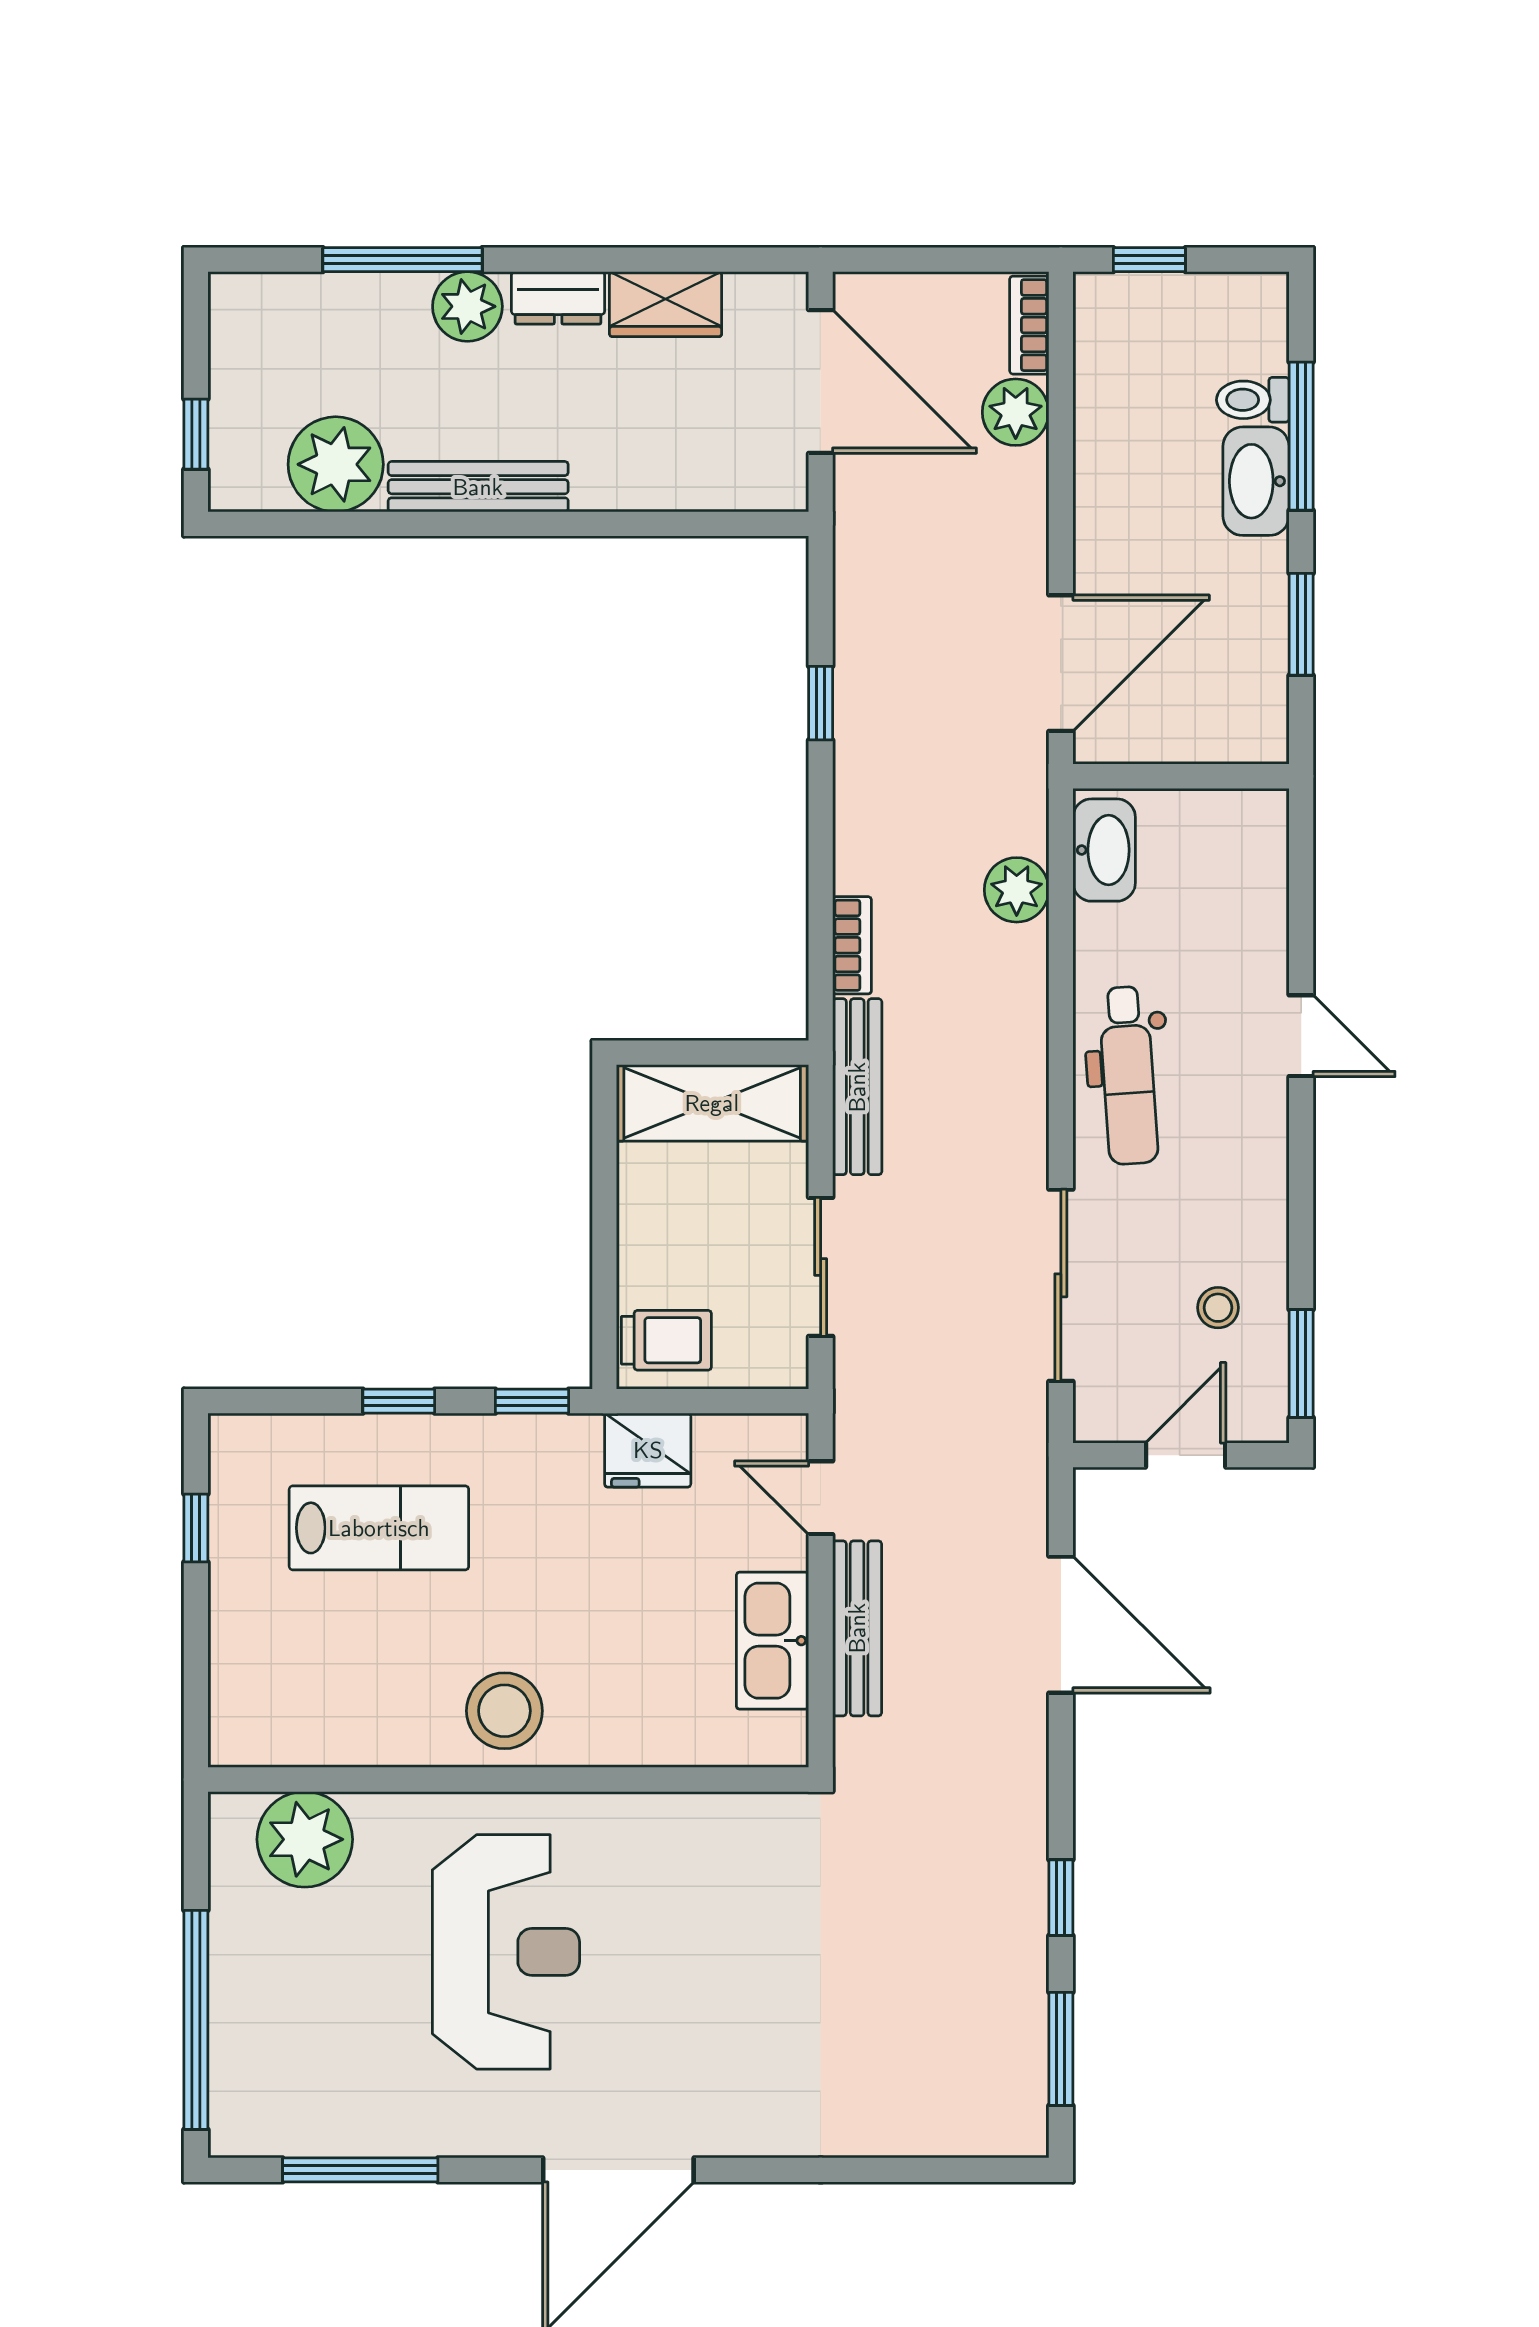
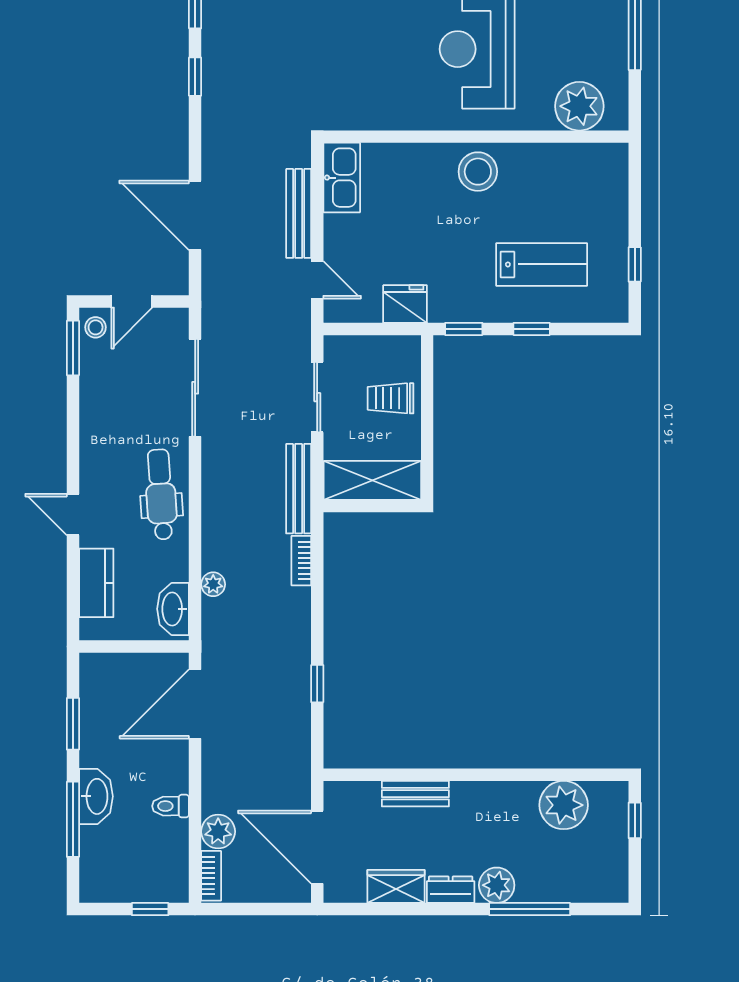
toilet: (1253, 400) -> (171, 806), moved, turned 180
bench: (478, 487) -> (415, 794), moved, width x0.73
plant: (1017, 890) -> (213, 584), width x0.73, depth x0.73
kitchen counter: (1255, 901) -> (96, 583), added
stool: (1218, 1308) -> (96, 327), moved
trolley: (666, 1340) -> (391, 398), moved
lab bench: (379, 1528) -> (542, 264), turned 180
kitchen sink: (772, 1641) -> (342, 178), moved

